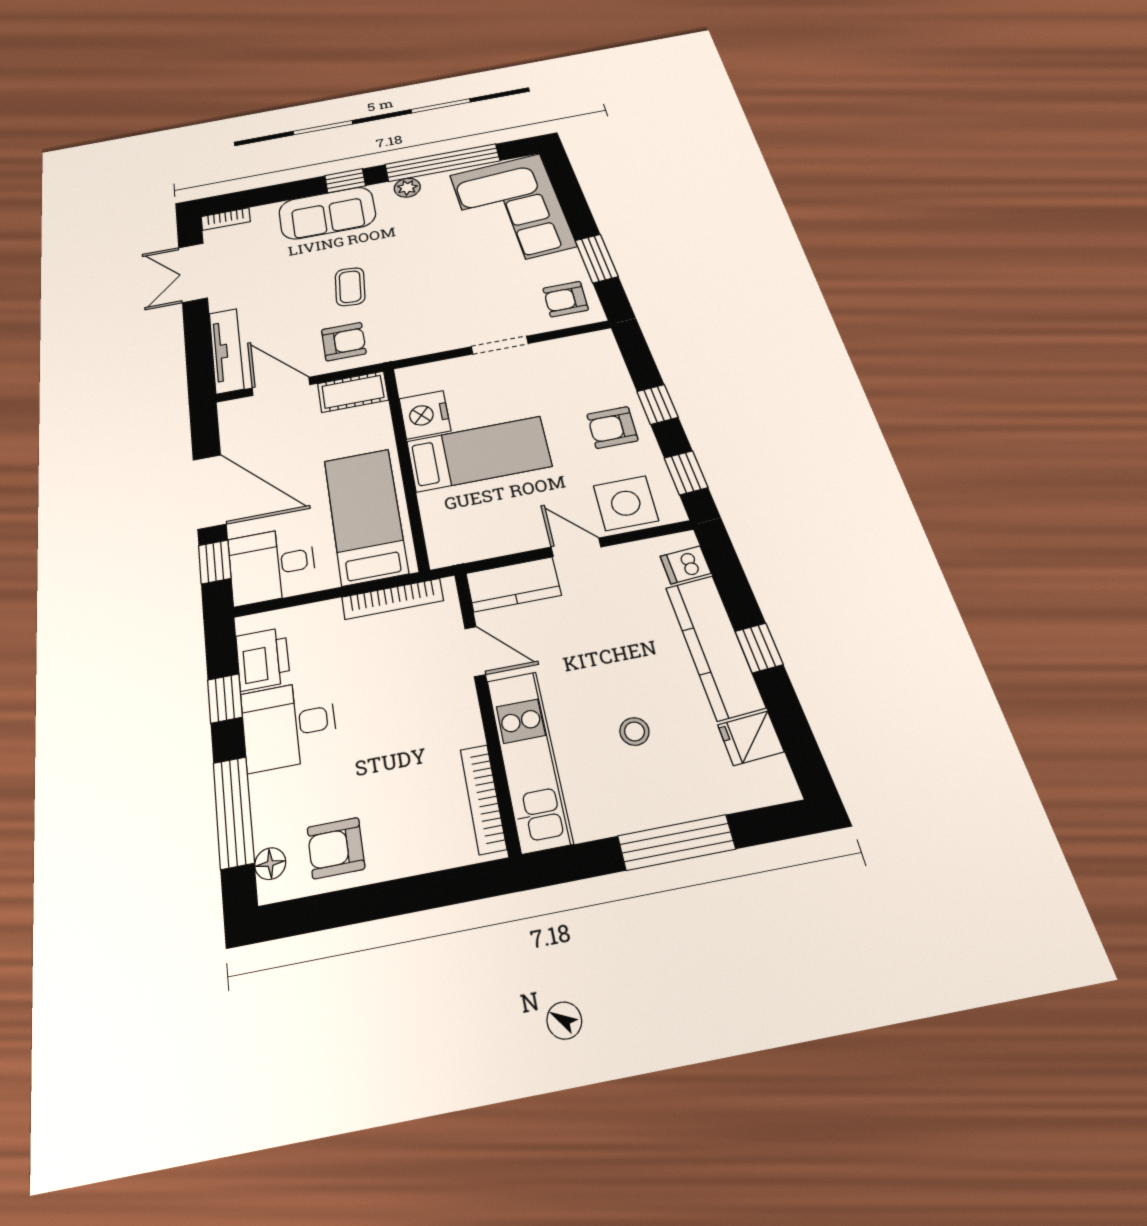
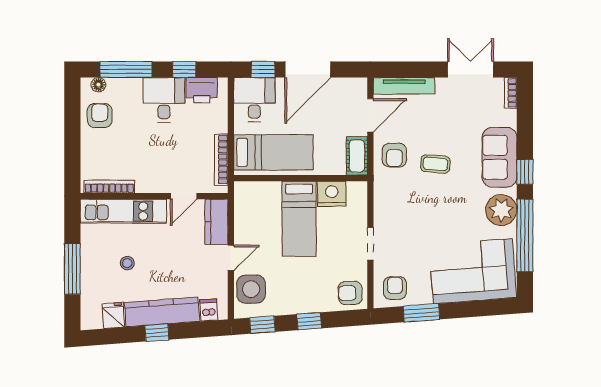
plant: (407, 188) -> (501, 210), width x1.87, depth x1.87
armchair: (612, 427) -> (350, 293), moved, turned -92

